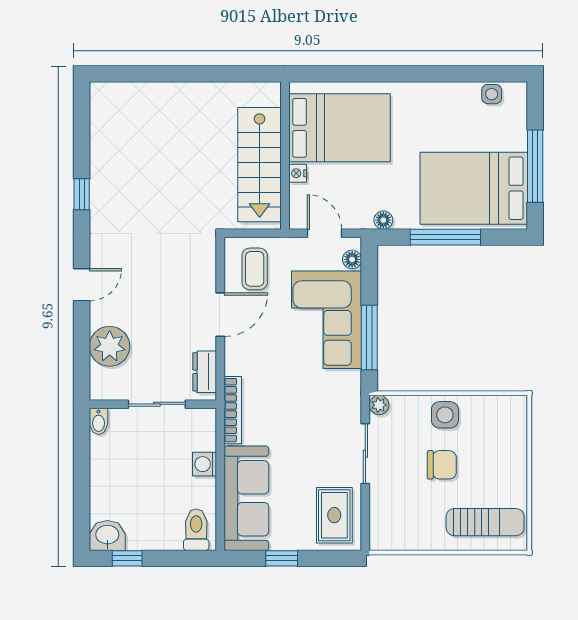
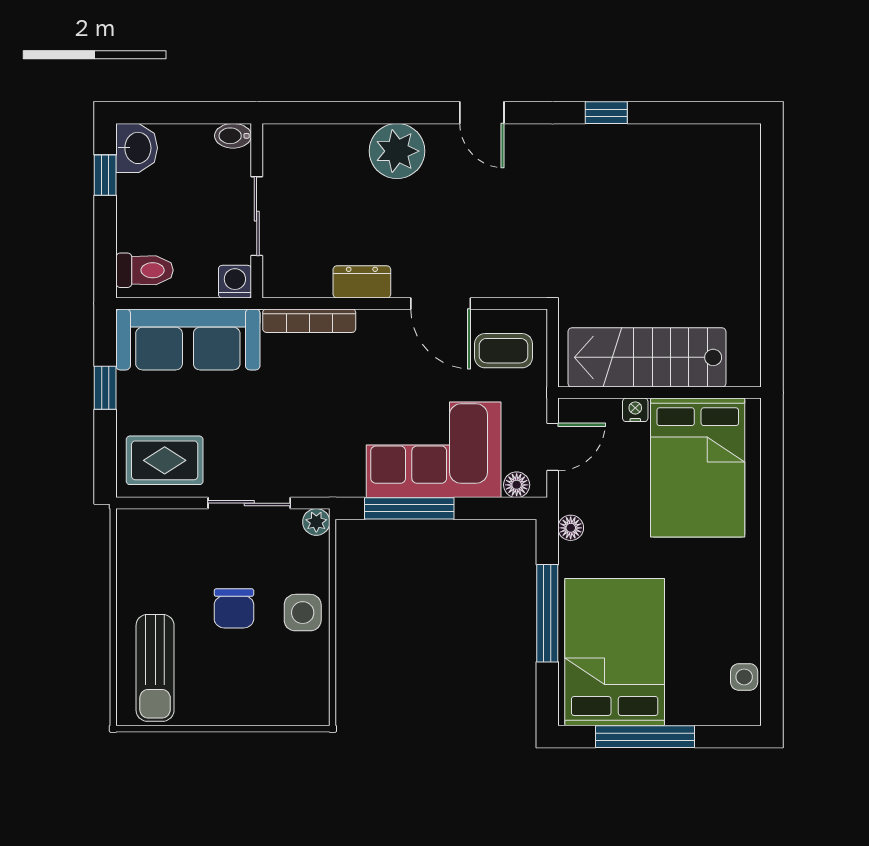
wall: (153, 404) -> (257, 211), moved
sliding door: (157, 404) -> (257, 216), moved
bidet: (99, 421) -> (233, 136), moved

